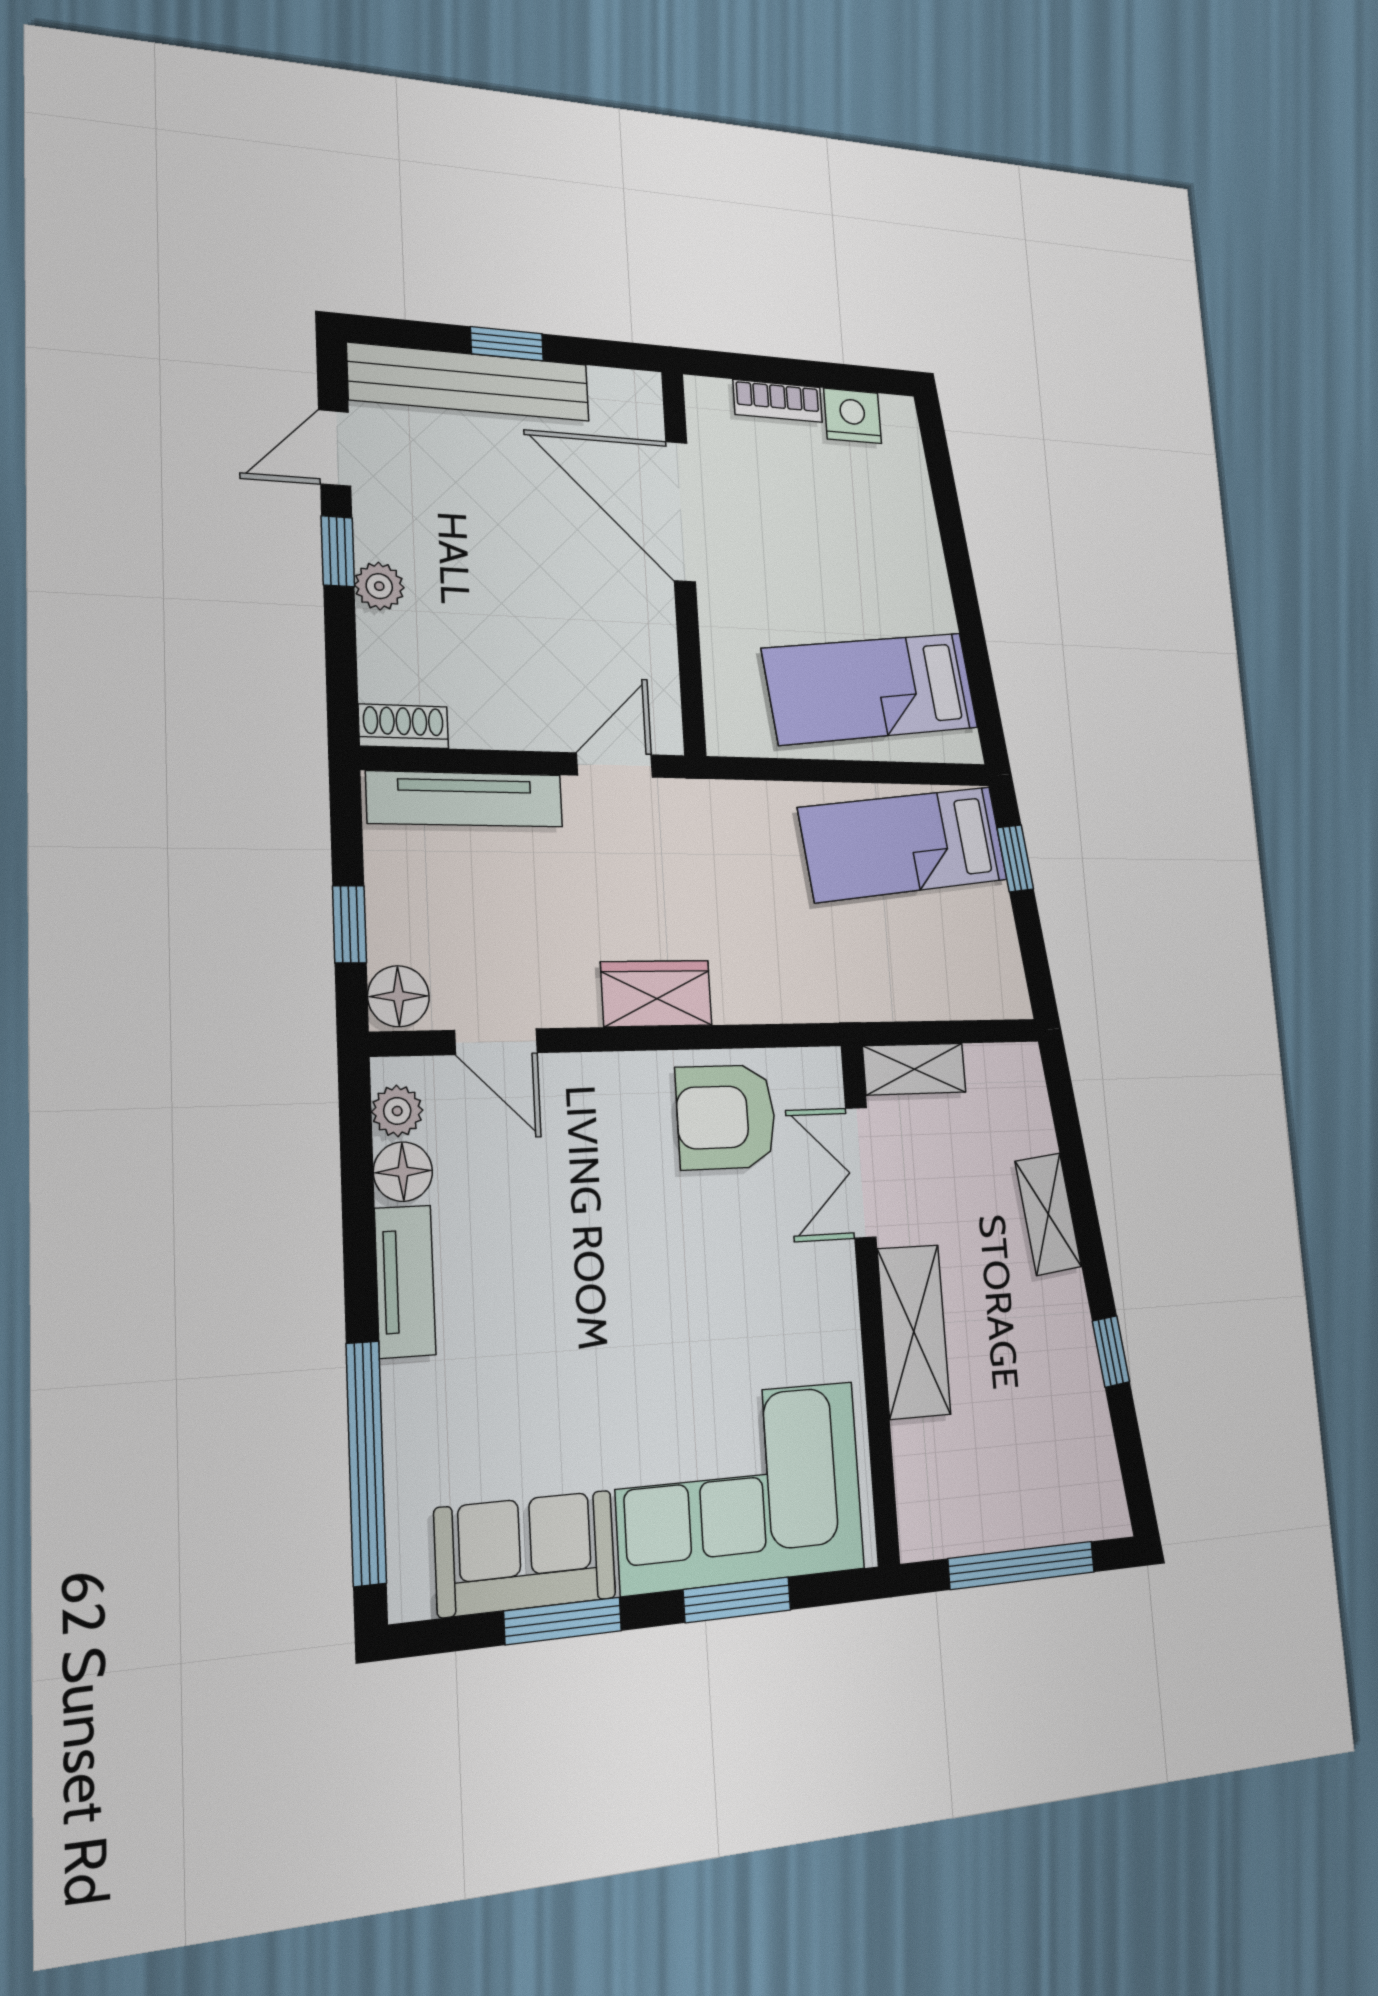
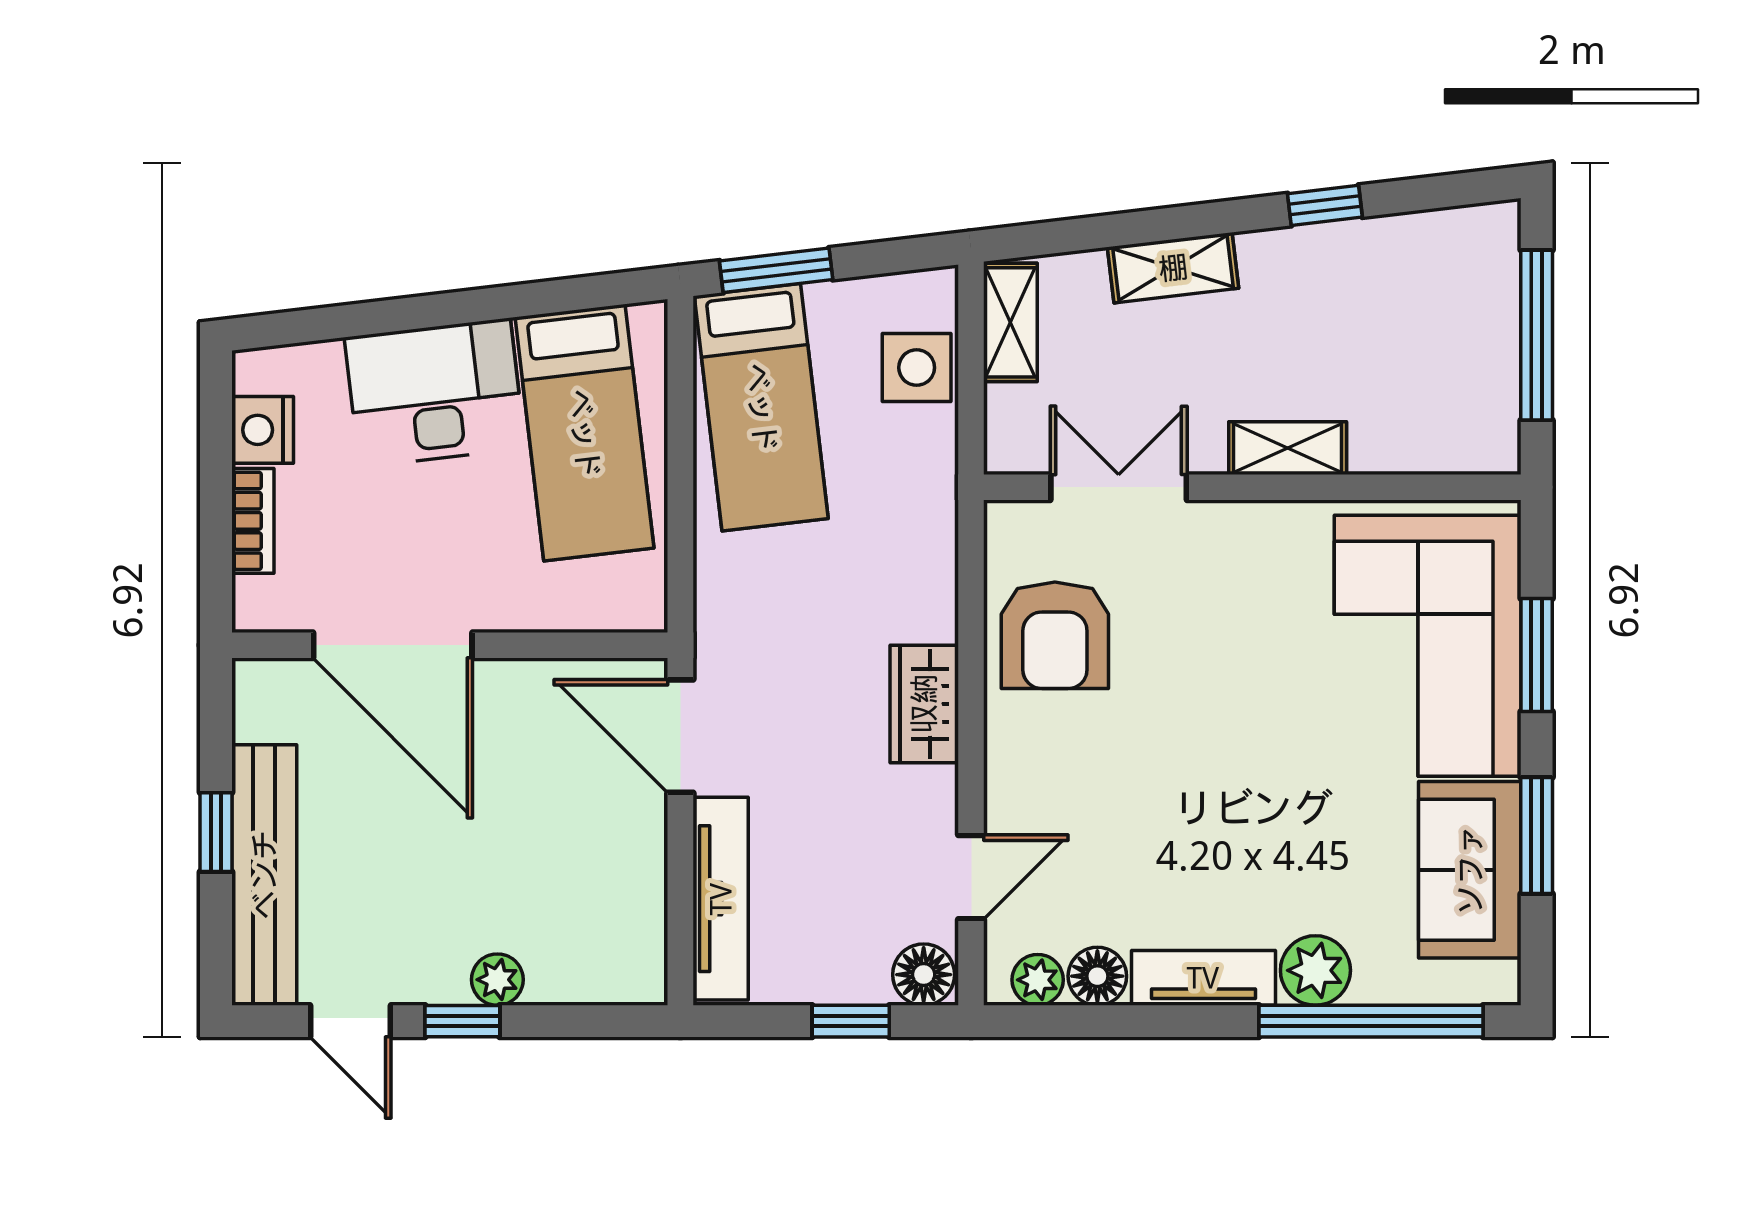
door: (681, 512) -> (393, 645), hinge flipped
desk: (894, 562) -> (435, 393), added
shoe rack: (403, 726) -> (646, 960), removed
door: (615, 765) -> (680, 736), width x1.38
window: (1015, 858) -> (776, 270), width x1.50
side table: (947, 983) -> (917, 368), added
shelving: (914, 1069) -> (1010, 322), moved
double door: (861, 1172) -> (1119, 487), swing flipped
shelving: (914, 1331) -> (1288, 448), width x0.67, depth x0.75
plant: (417, 1399) -> (1315, 970), added

